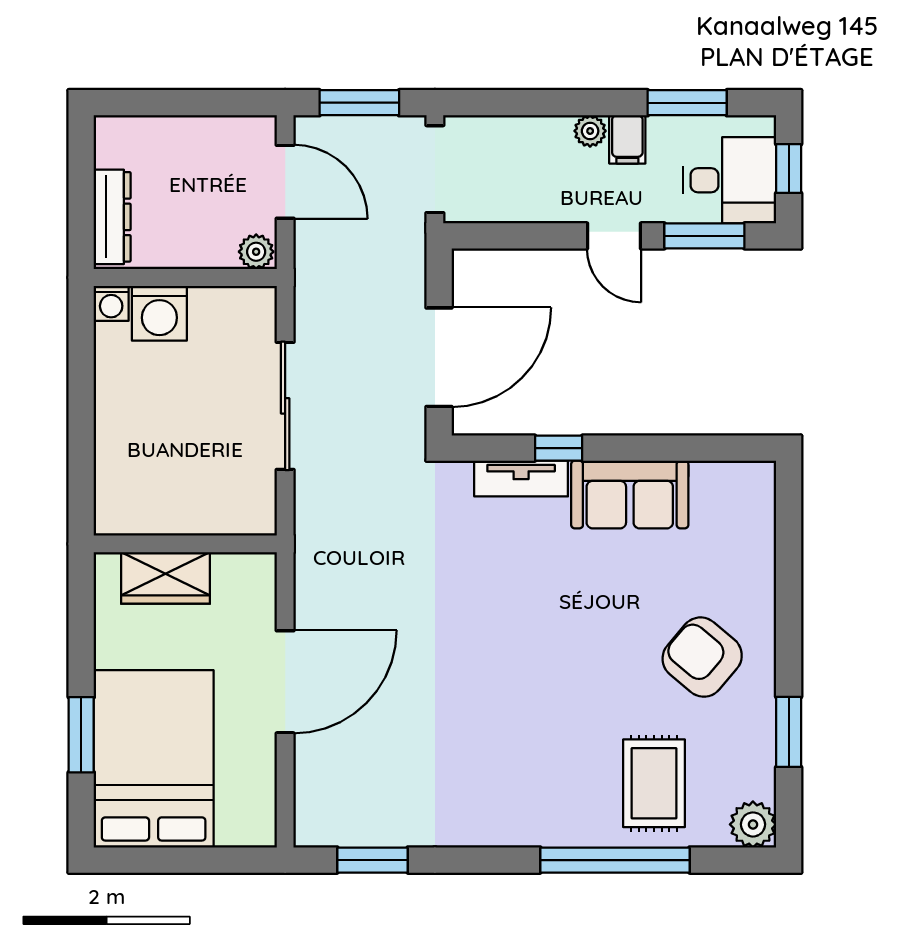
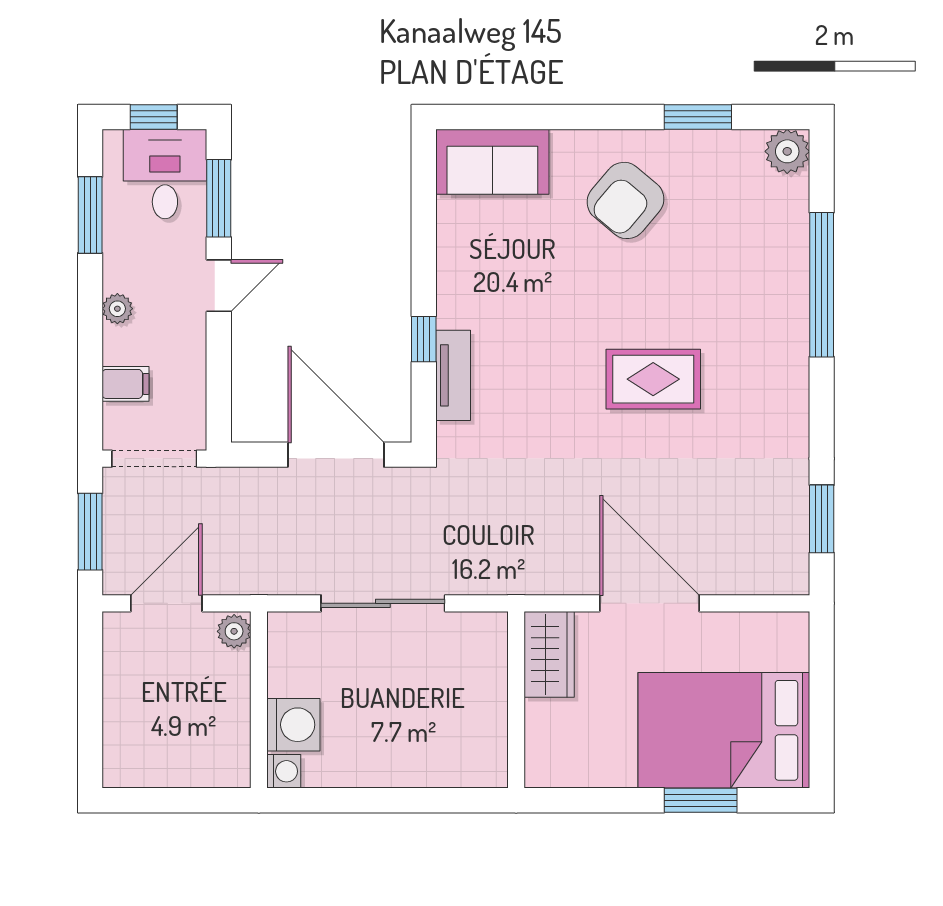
filing cabinet: (627, 139) -> (125, 384), moved
dresser: (112, 217) -> (200, 770), removed
sofa: (630, 494) -> (492, 162), moved, turned 90
wardrobe: (165, 578) -> (549, 654), moved
rug: (654, 783) -> (653, 379), moved

